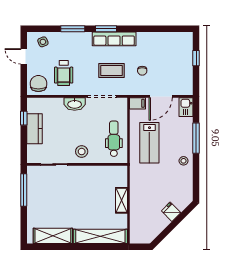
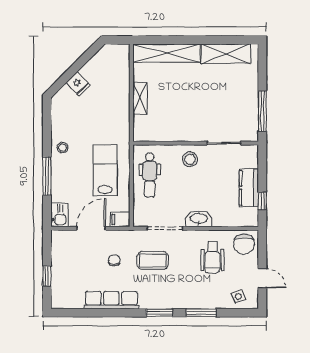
row of seats: (114, 39) -> (111, 300), moved
wheelchair: (64, 73) -> (212, 257), turned 180

